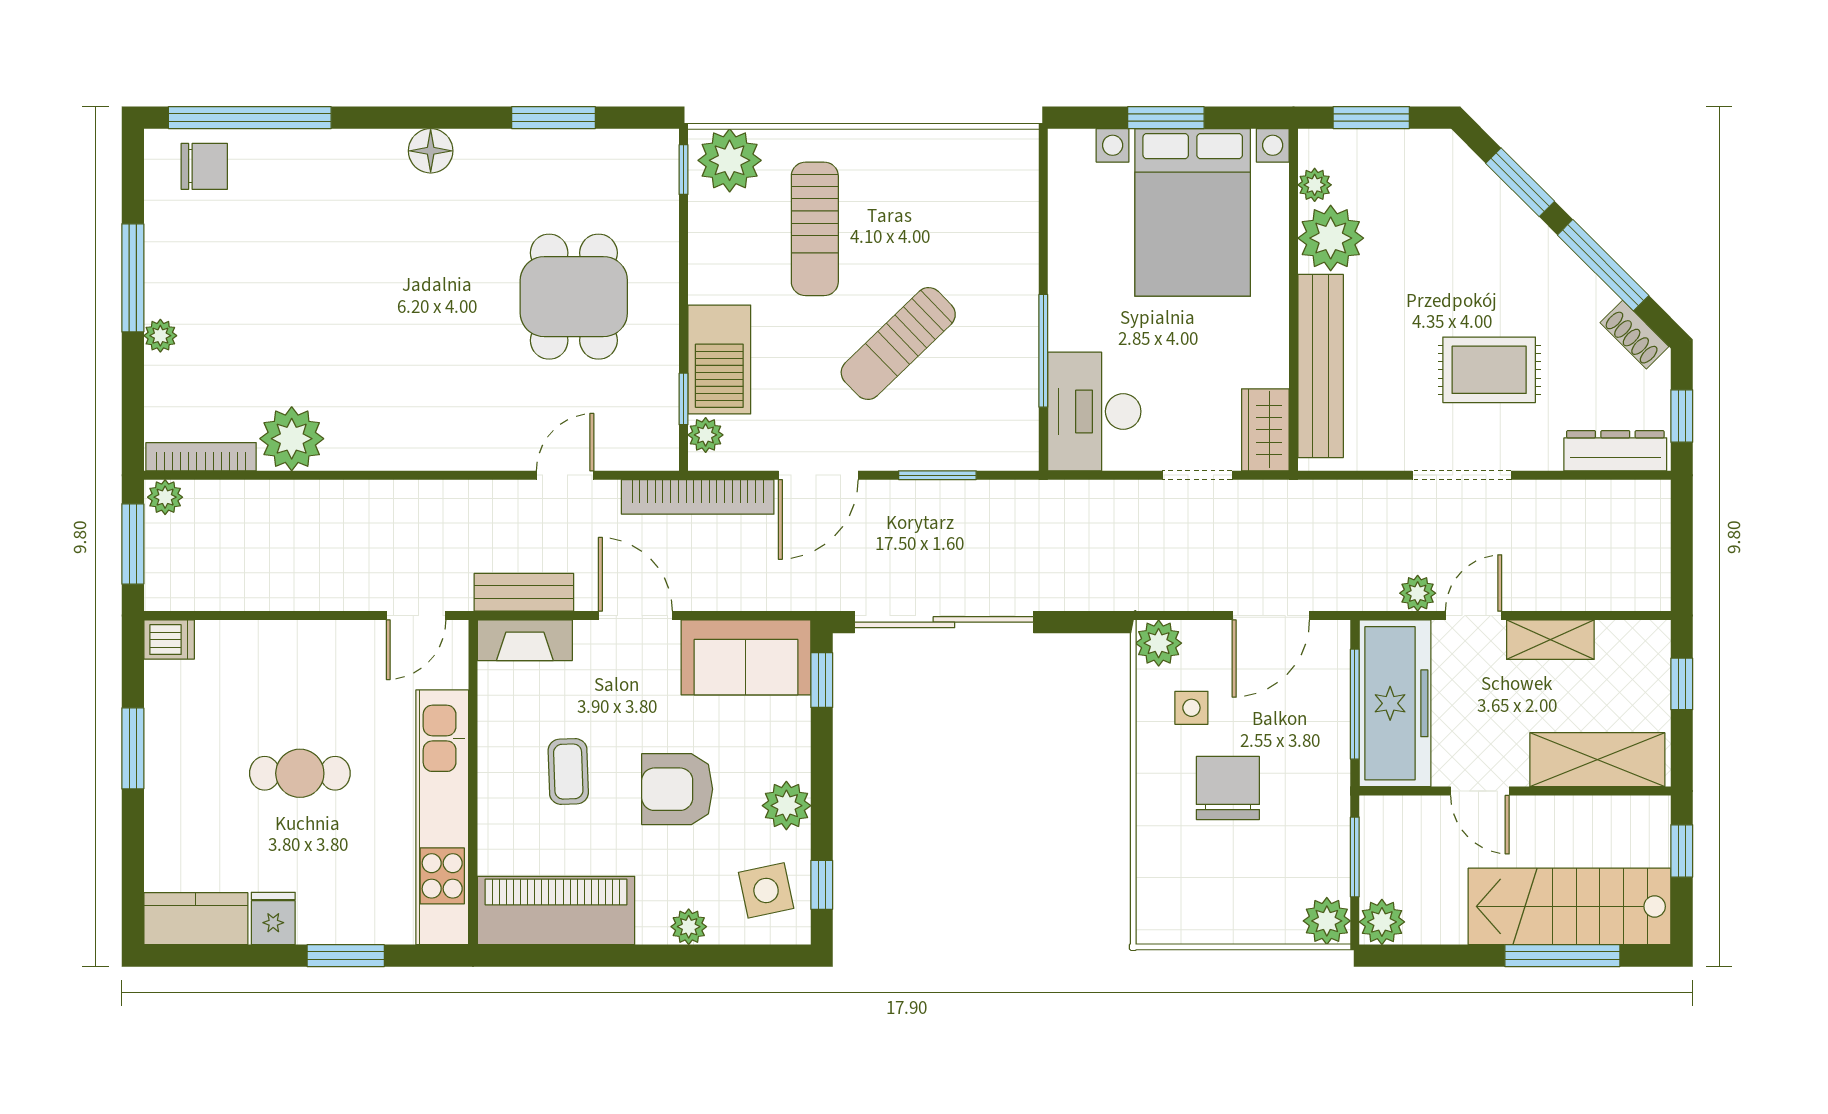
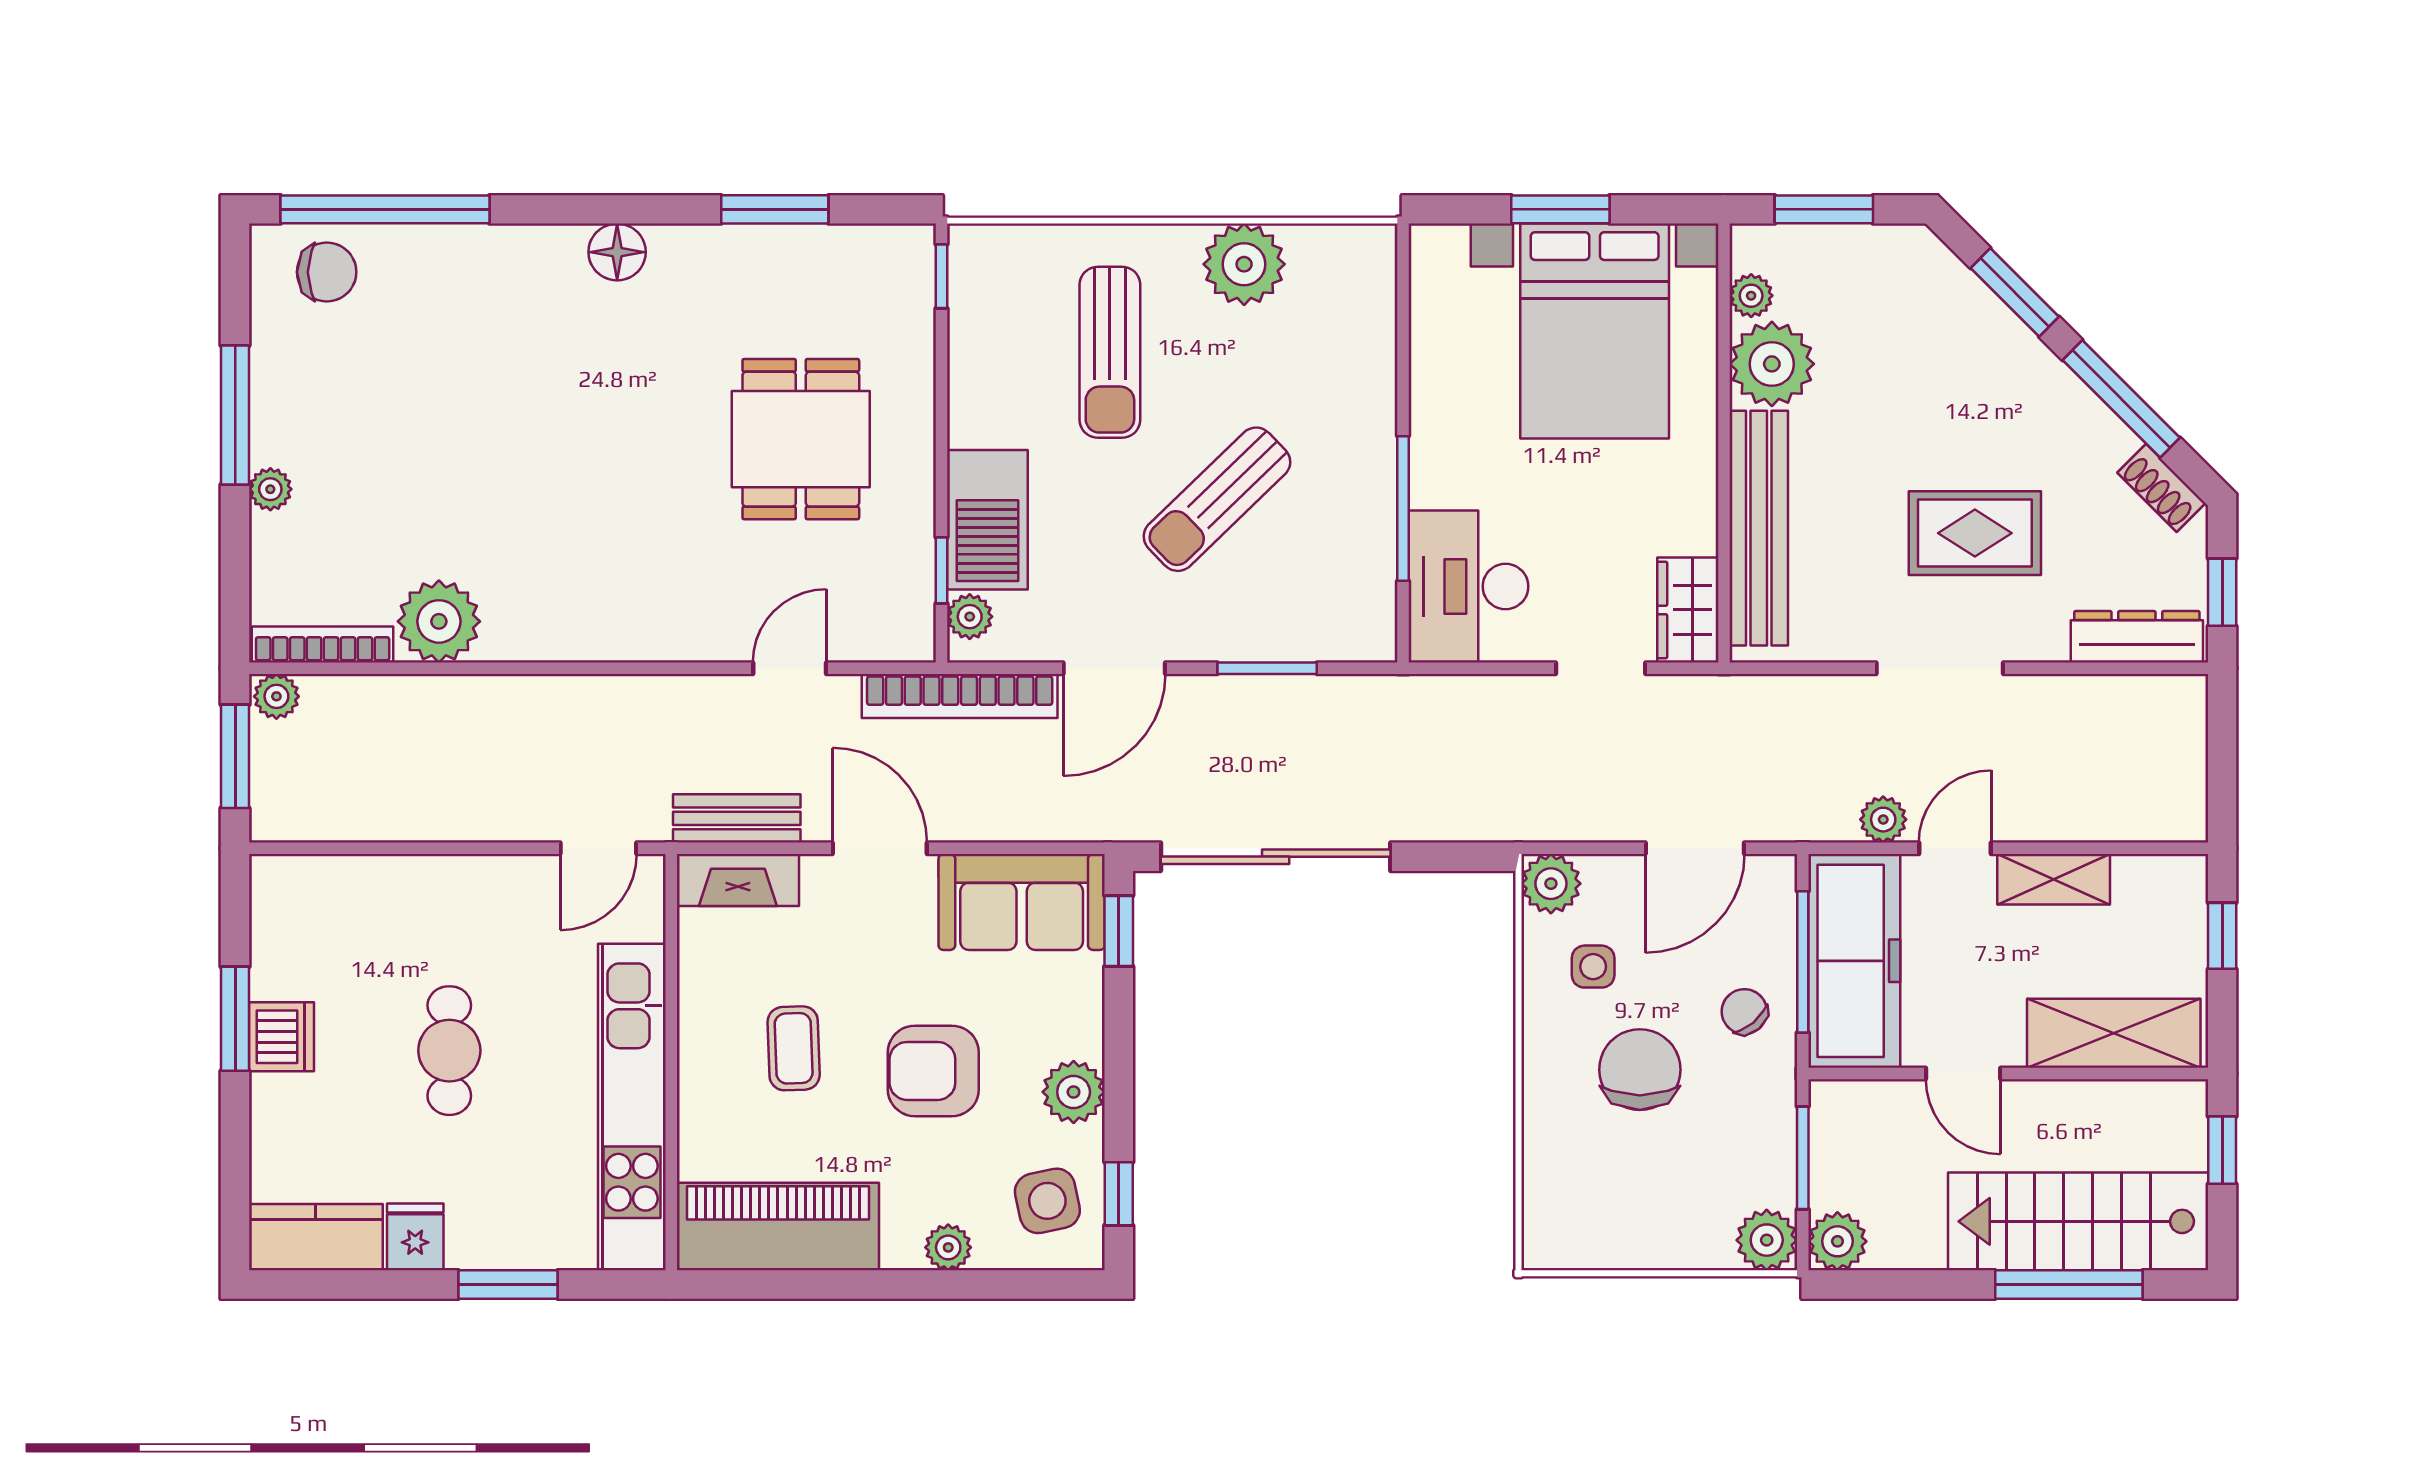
plant: (730, 160) -> (1244, 264), moved
dishwasher: (169, 640) -> (282, 1037), moved, width x1.38
chair: (1309, 743) -> (1744, 1012), added
cafe table: (300, 773) -> (449, 1051), turned 90

